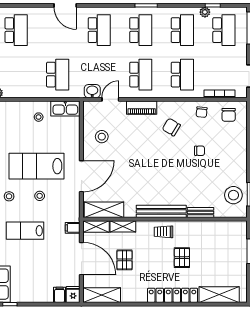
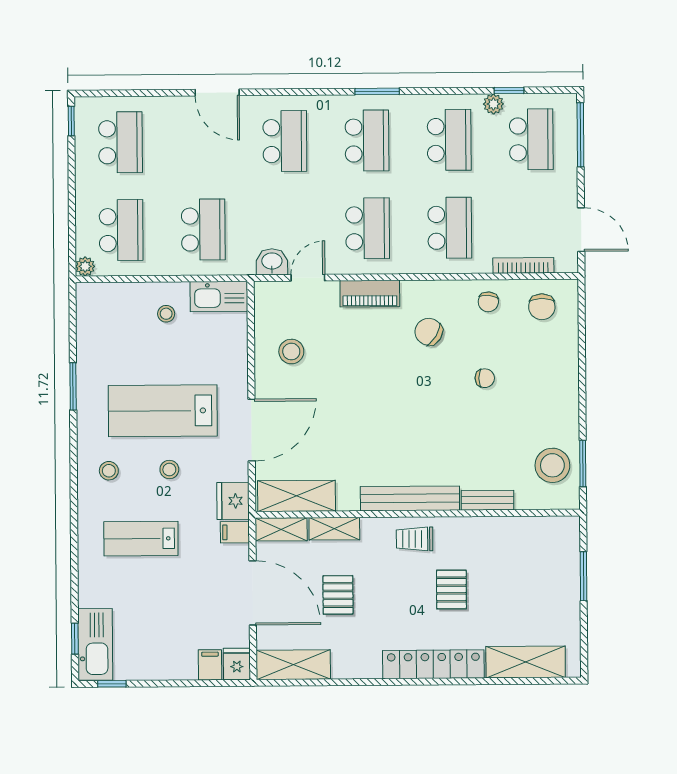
school desk: (16, 75) -> (121, 230), added
fridge: (72, 212) -> (233, 501), added

